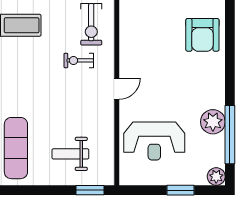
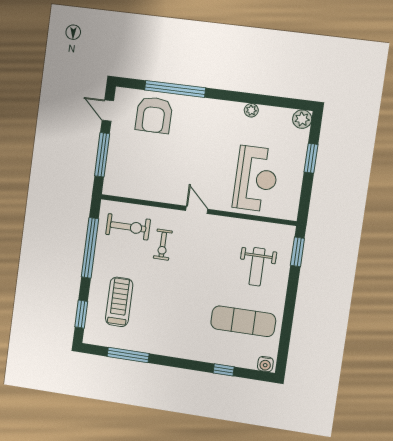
armchair: (202, 35) -> (154, 115), turned 90
plant: (213, 122) -> (251, 110), width x0.53, depth x0.53
window: (230, 135) -> (175, 89), moved

